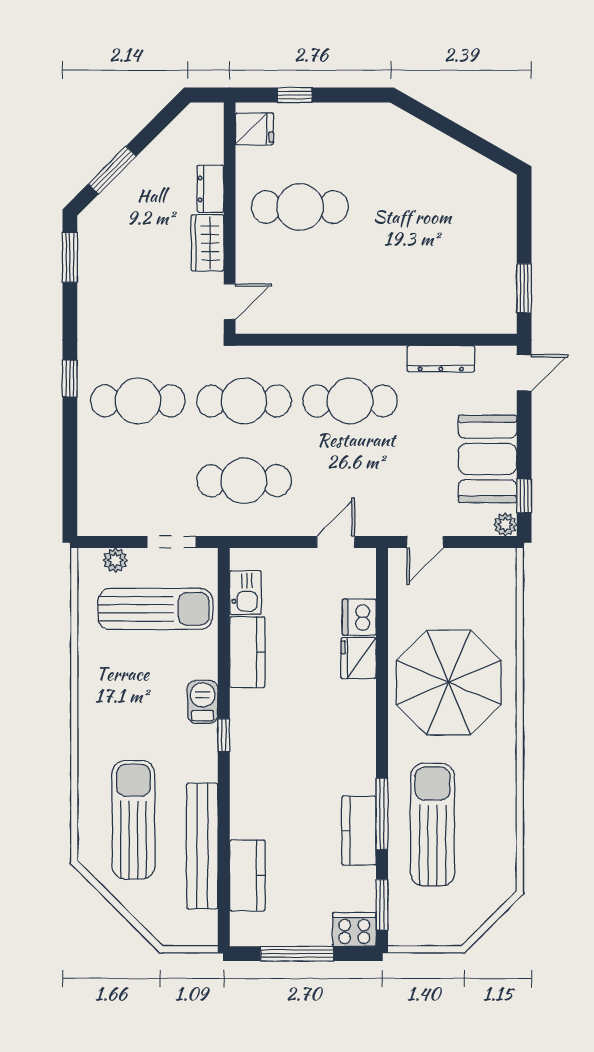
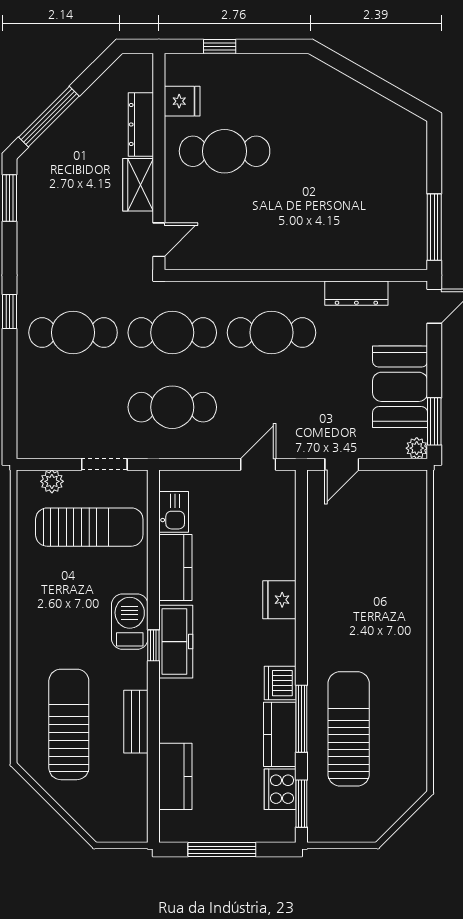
fridge: (254, 129) -> (182, 101), moved
window: (112, 170) -> (49, 117), width x1.44
dresser: (210, 189) -> (141, 124), width x1.44
window: (524, 288) -> (434, 227), width x1.44
window: (524, 496) -> (434, 421), width x1.50
dishwasher: (359, 617) -> (280, 683), moved
fridge: (359, 658) -> (279, 600), moved
parasol: (449, 682) -> (364, 596), removed
barbecue: (203, 702) -> (130, 622), width x1.38, depth x1.27
freezer: (248, 731) -> (176, 642), added
bench: (202, 846) -> (136, 722), width x0.54, depth x0.82
cooker: (354, 929) -> (280, 789), moved, turned -90

